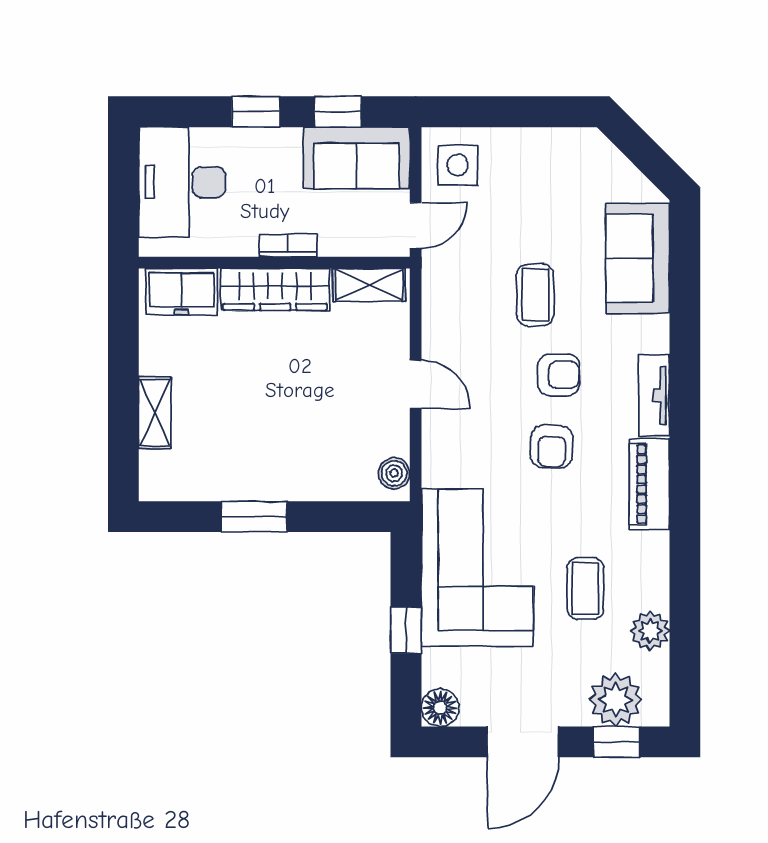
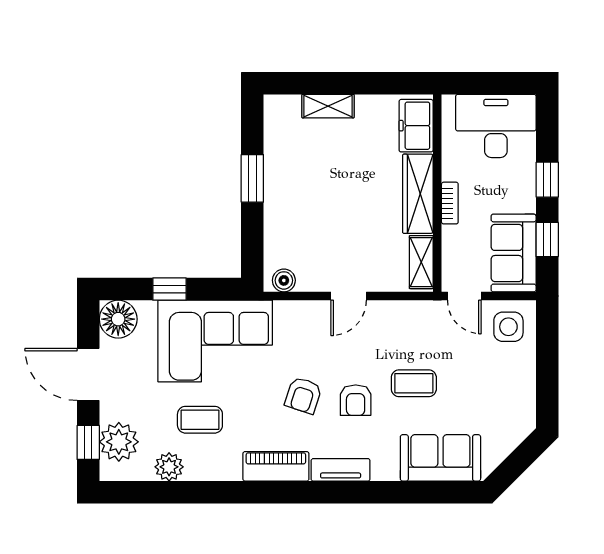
armchair: (552, 447) -> (303, 395), turned -74
floor lamp: (440, 708) -> (118, 319), width x1.38, depth x1.38

